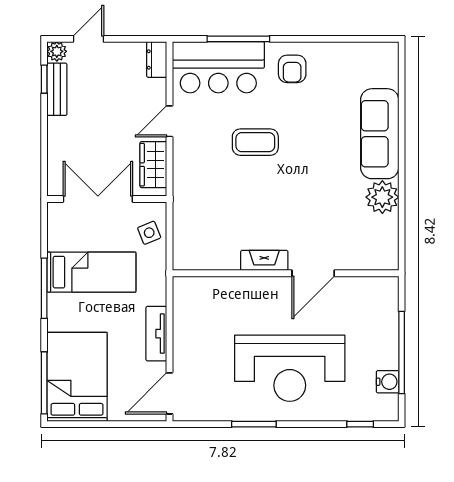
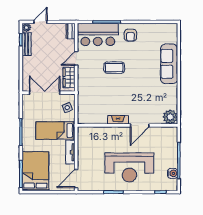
plant: (382, 197) -> (170, 117), moved
bed: (91, 272) -> (55, 130), moved, turned 180

